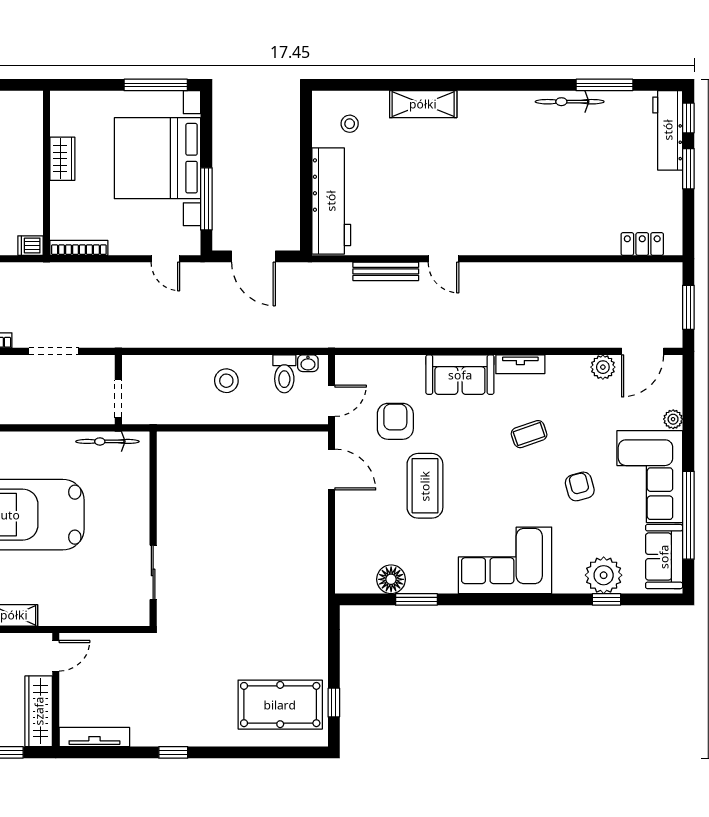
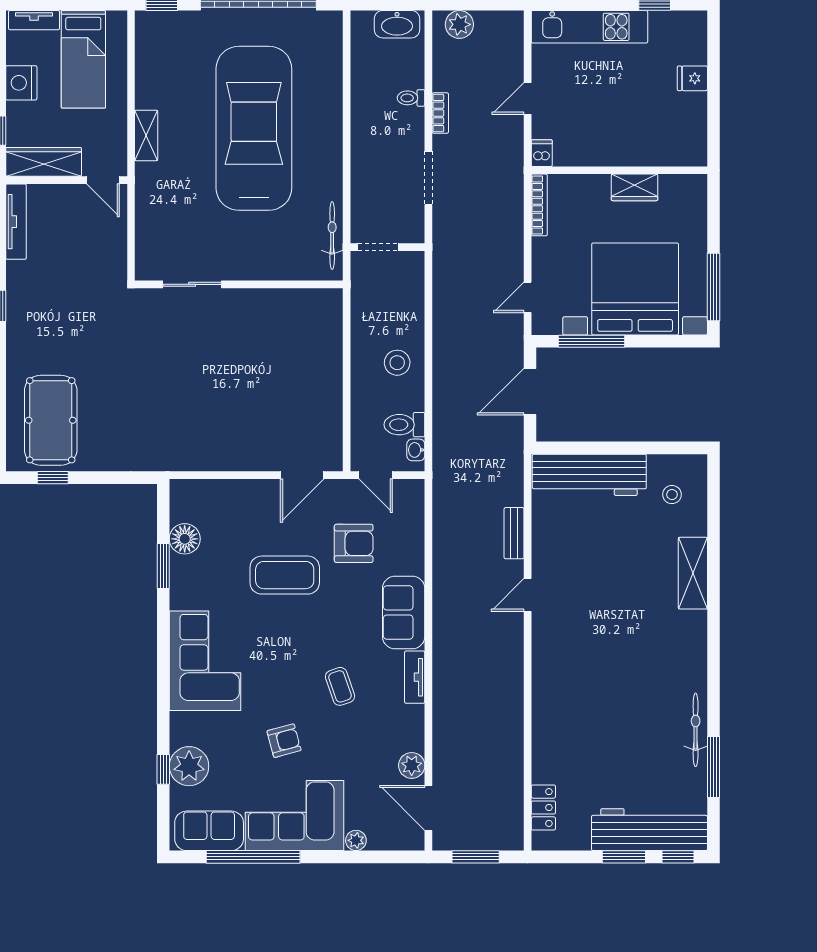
workbench: (668, 130) -> (649, 830), width x1.36, depth x1.32
bench: (386, 271) -> (514, 533), width x0.73

